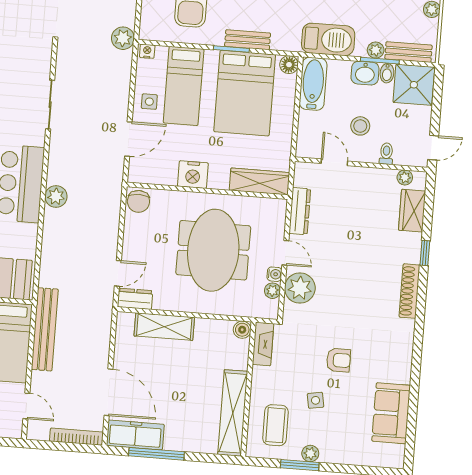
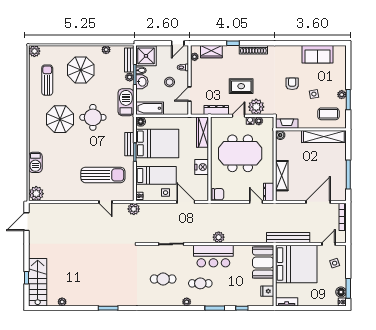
door: (433, 148) -> (178, 43), swing flipped
rug: (342, 262) -> (241, 86), added
freezer: (135, 435) -> (339, 186), removed

